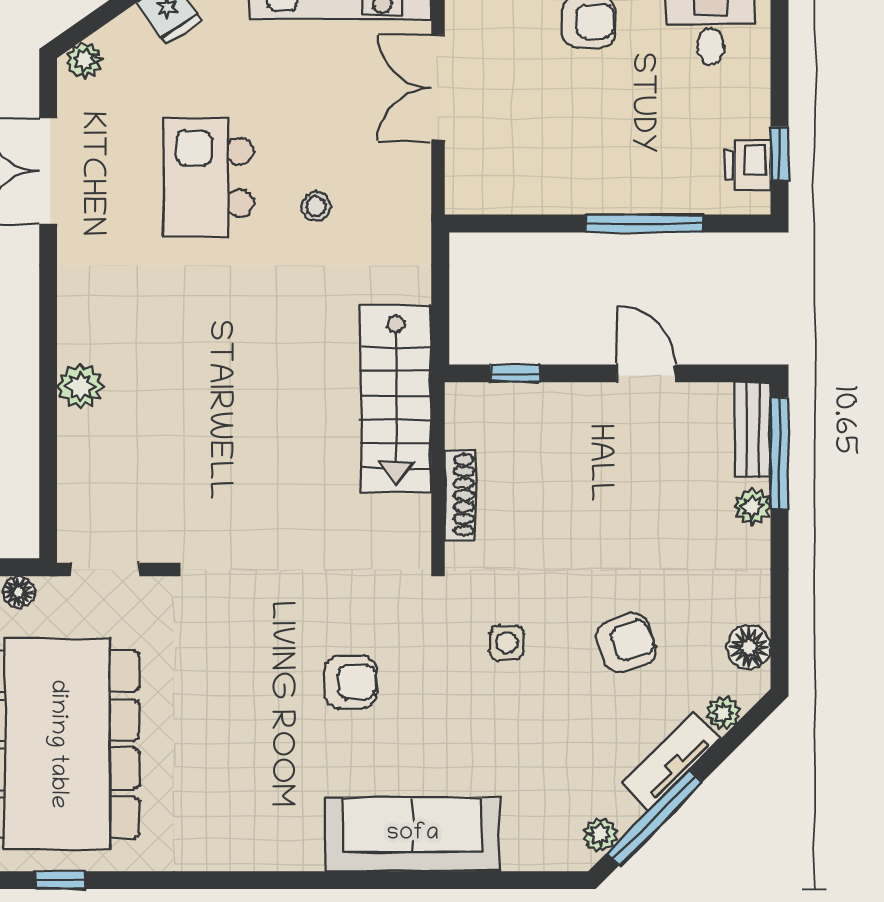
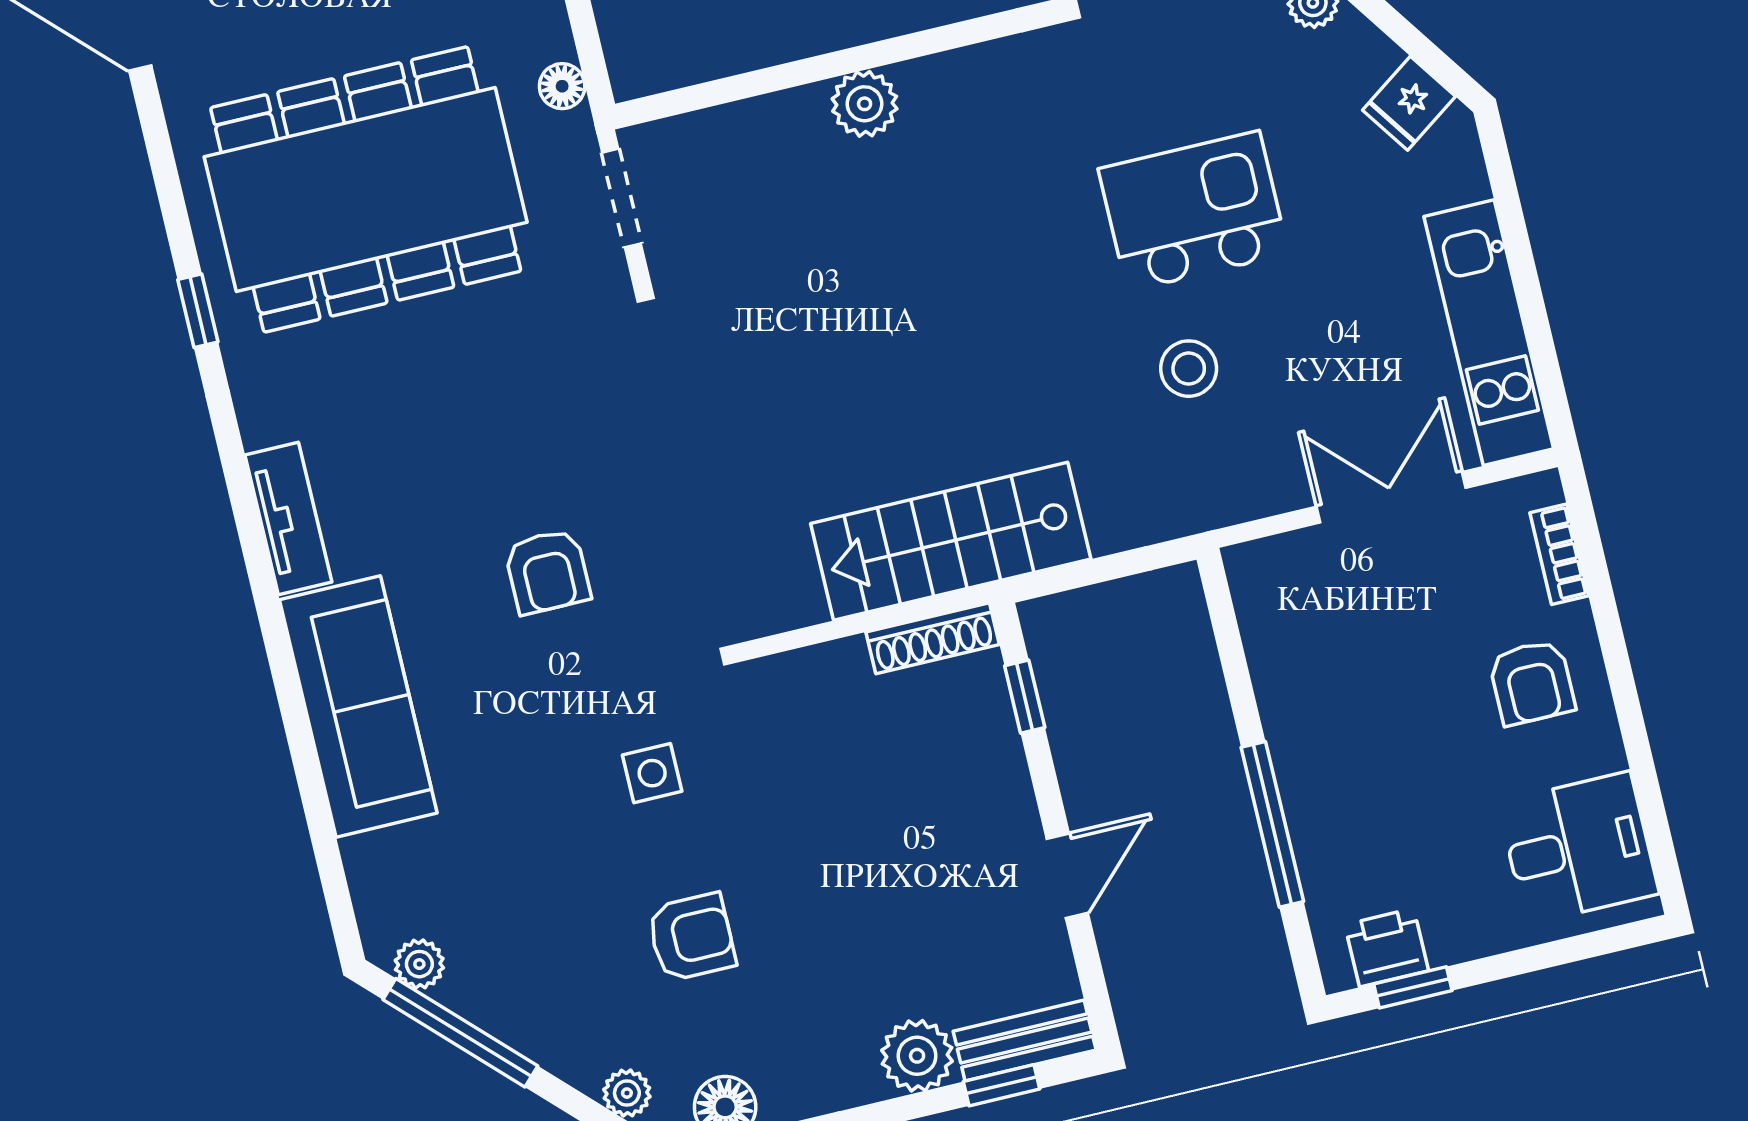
stool: (316, 206) -> (1189, 369), width x1.37, depth x1.37
window: (780, 453) -> (1002, 1085), width x0.46
shoe rack: (460, 495) -> (933, 638), moved
plant: (752, 507) -> (917, 1056), width x1.38, depth x1.38
armchair: (626, 643) -> (691, 937), turned -71
tv unit: (671, 761) -> (288, 518), moved, turned 45
window: (61, 880) -> (198, 311), moved

